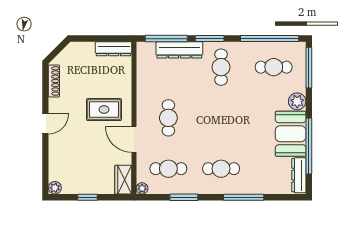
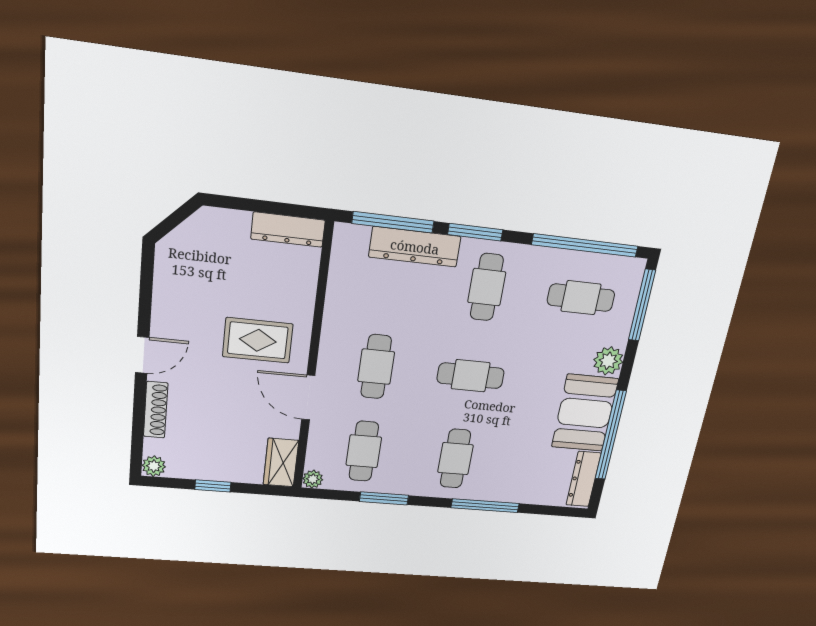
shoe rack: (54, 81) -> (156, 410), moved
cafe table: (221, 118) -> (471, 376), added
cafe table: (168, 169) -> (364, 451), turned 90
cafe table: (221, 169) -> (455, 459), turned 90

